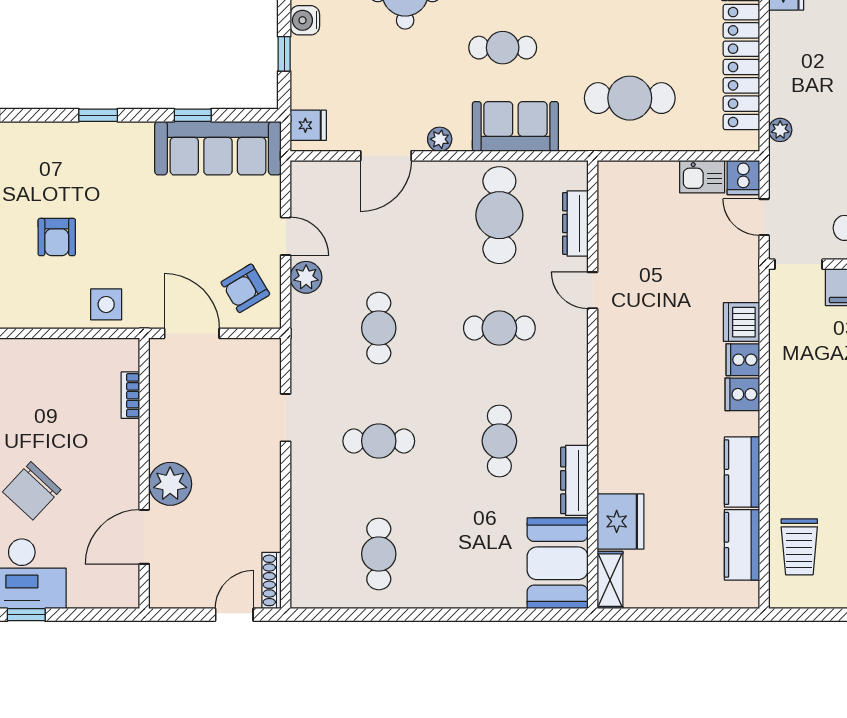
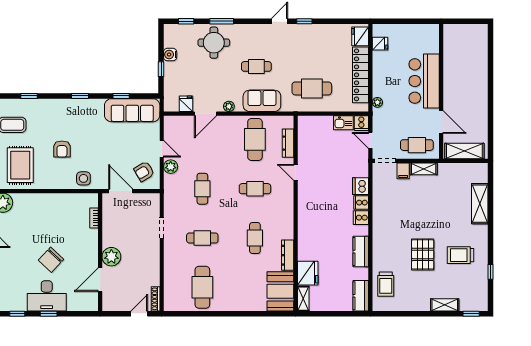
fridge: (308, 125) -> (186, 104), moved, turned -90
kitchen counter: (742, 545) -> (361, 296), moved
cafe table: (379, 554) -> (202, 287), width x1.37, depth x1.35

